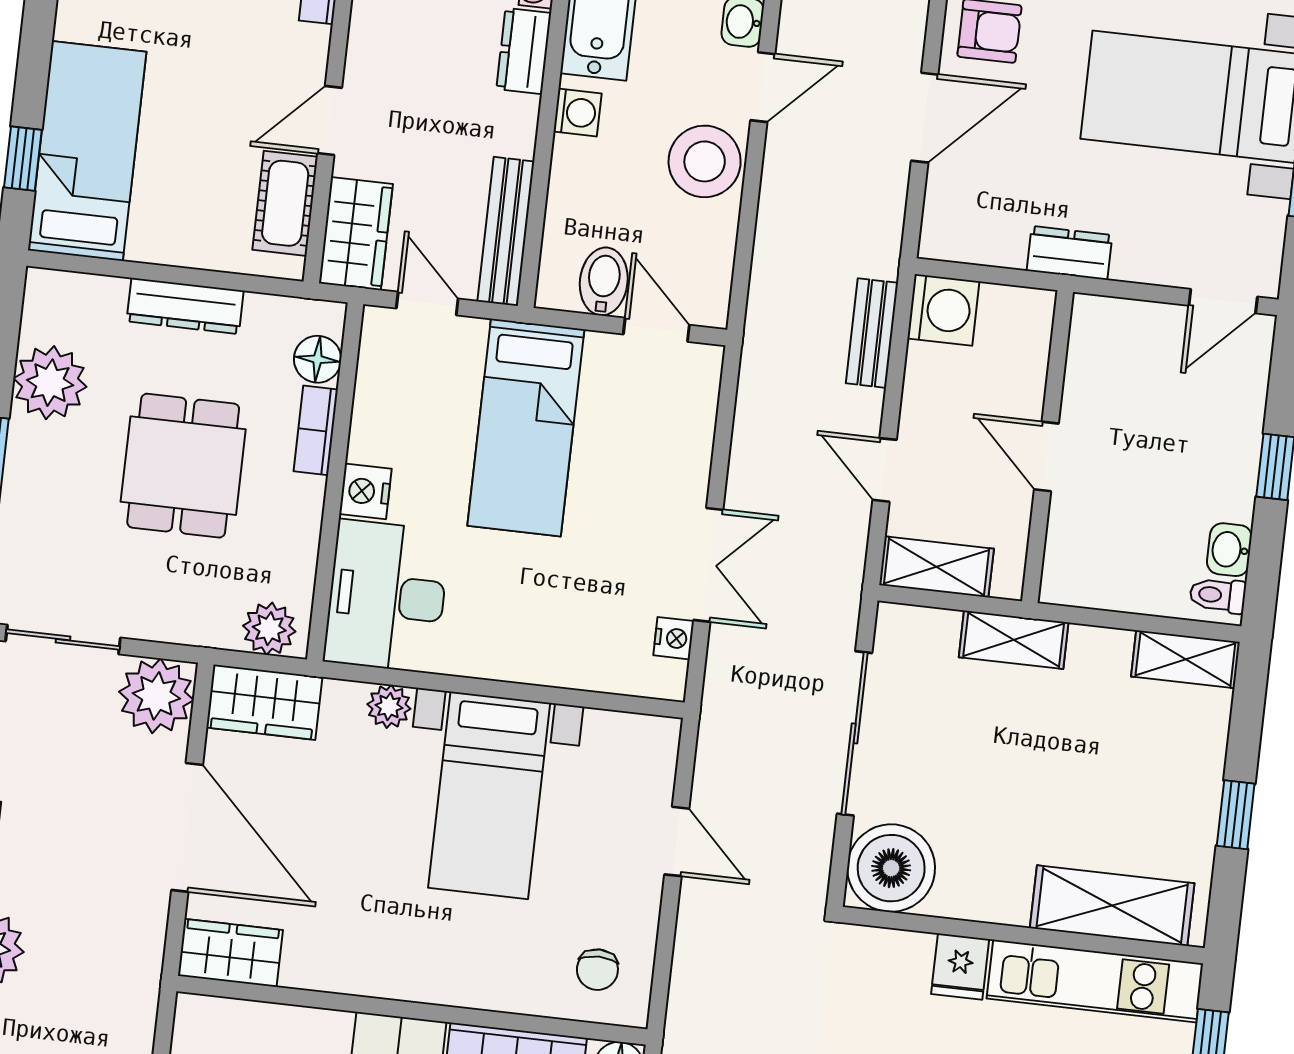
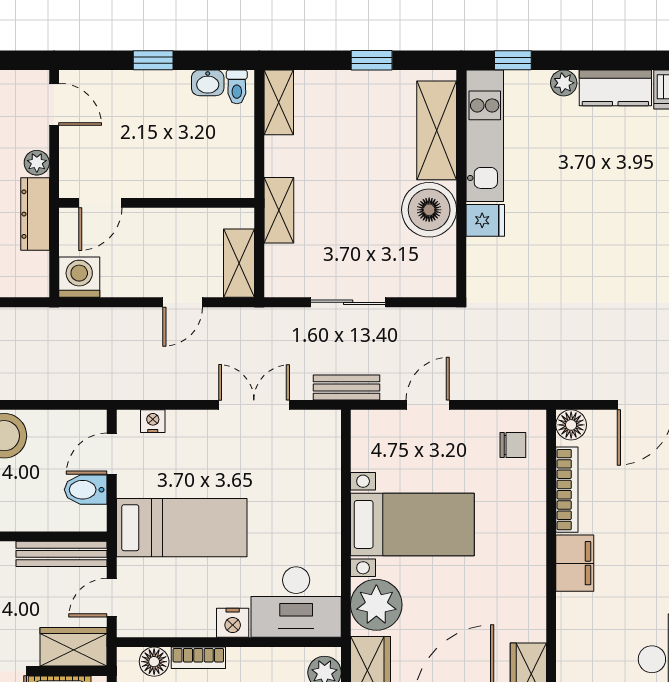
dresser: (1069, 253) -> (35, 214), width x1.44
plant: (1133, 263) -> (37, 163), added
bench: (872, 333) -> (346, 387), moved
door: (1046, 457) -> (100, 203), moved
nightstand: (674, 638) -> (153, 421), moved
plant: (389, 706) -> (376, 605), width x1.87, depth x1.87
sliding door: (855, 733) -> (348, 302), width x0.73
boiler: (891, 868) -> (429, 210), moved

